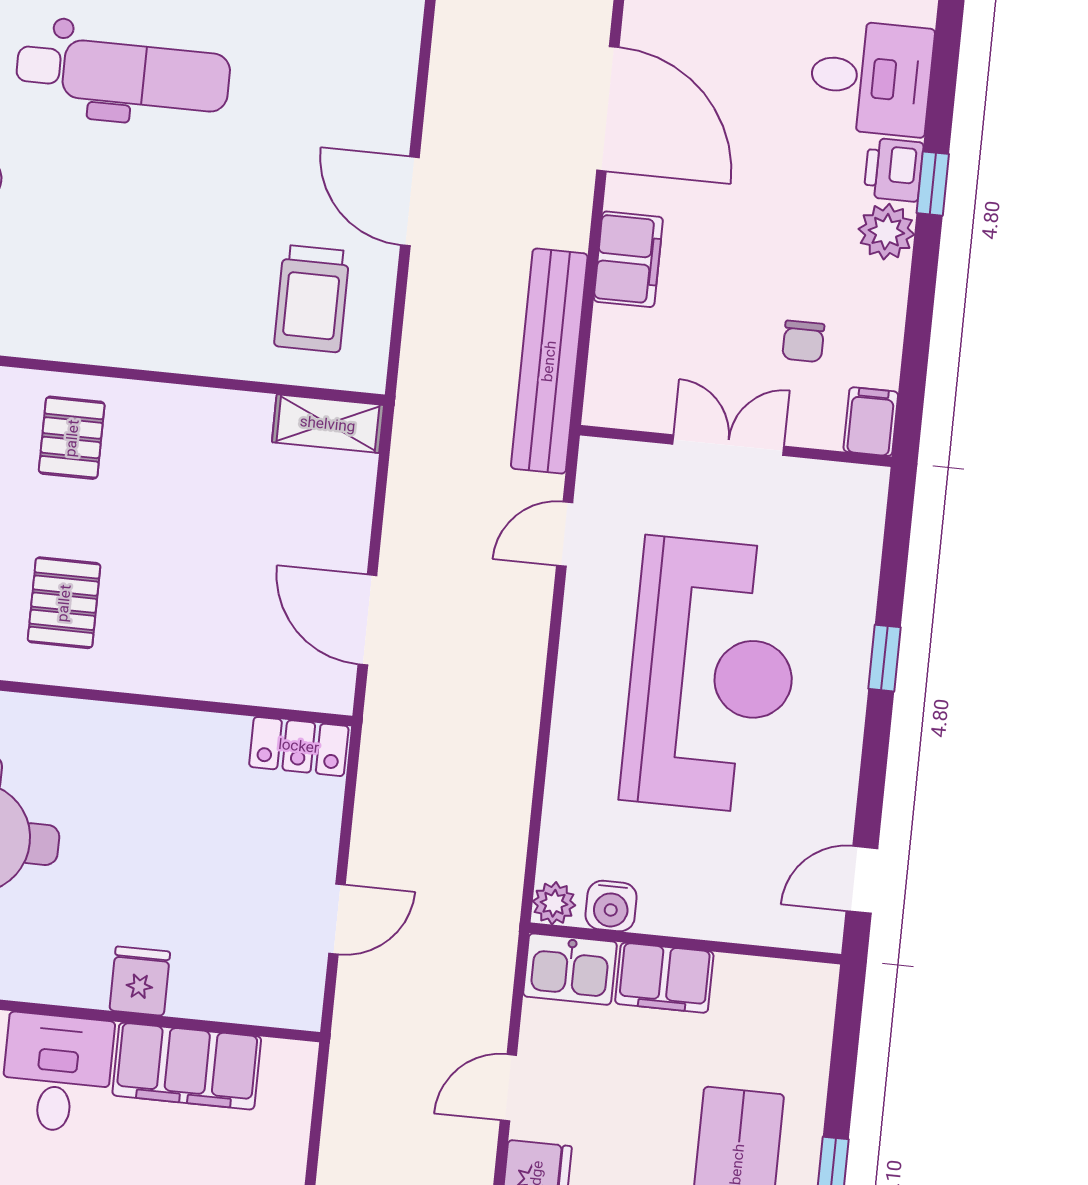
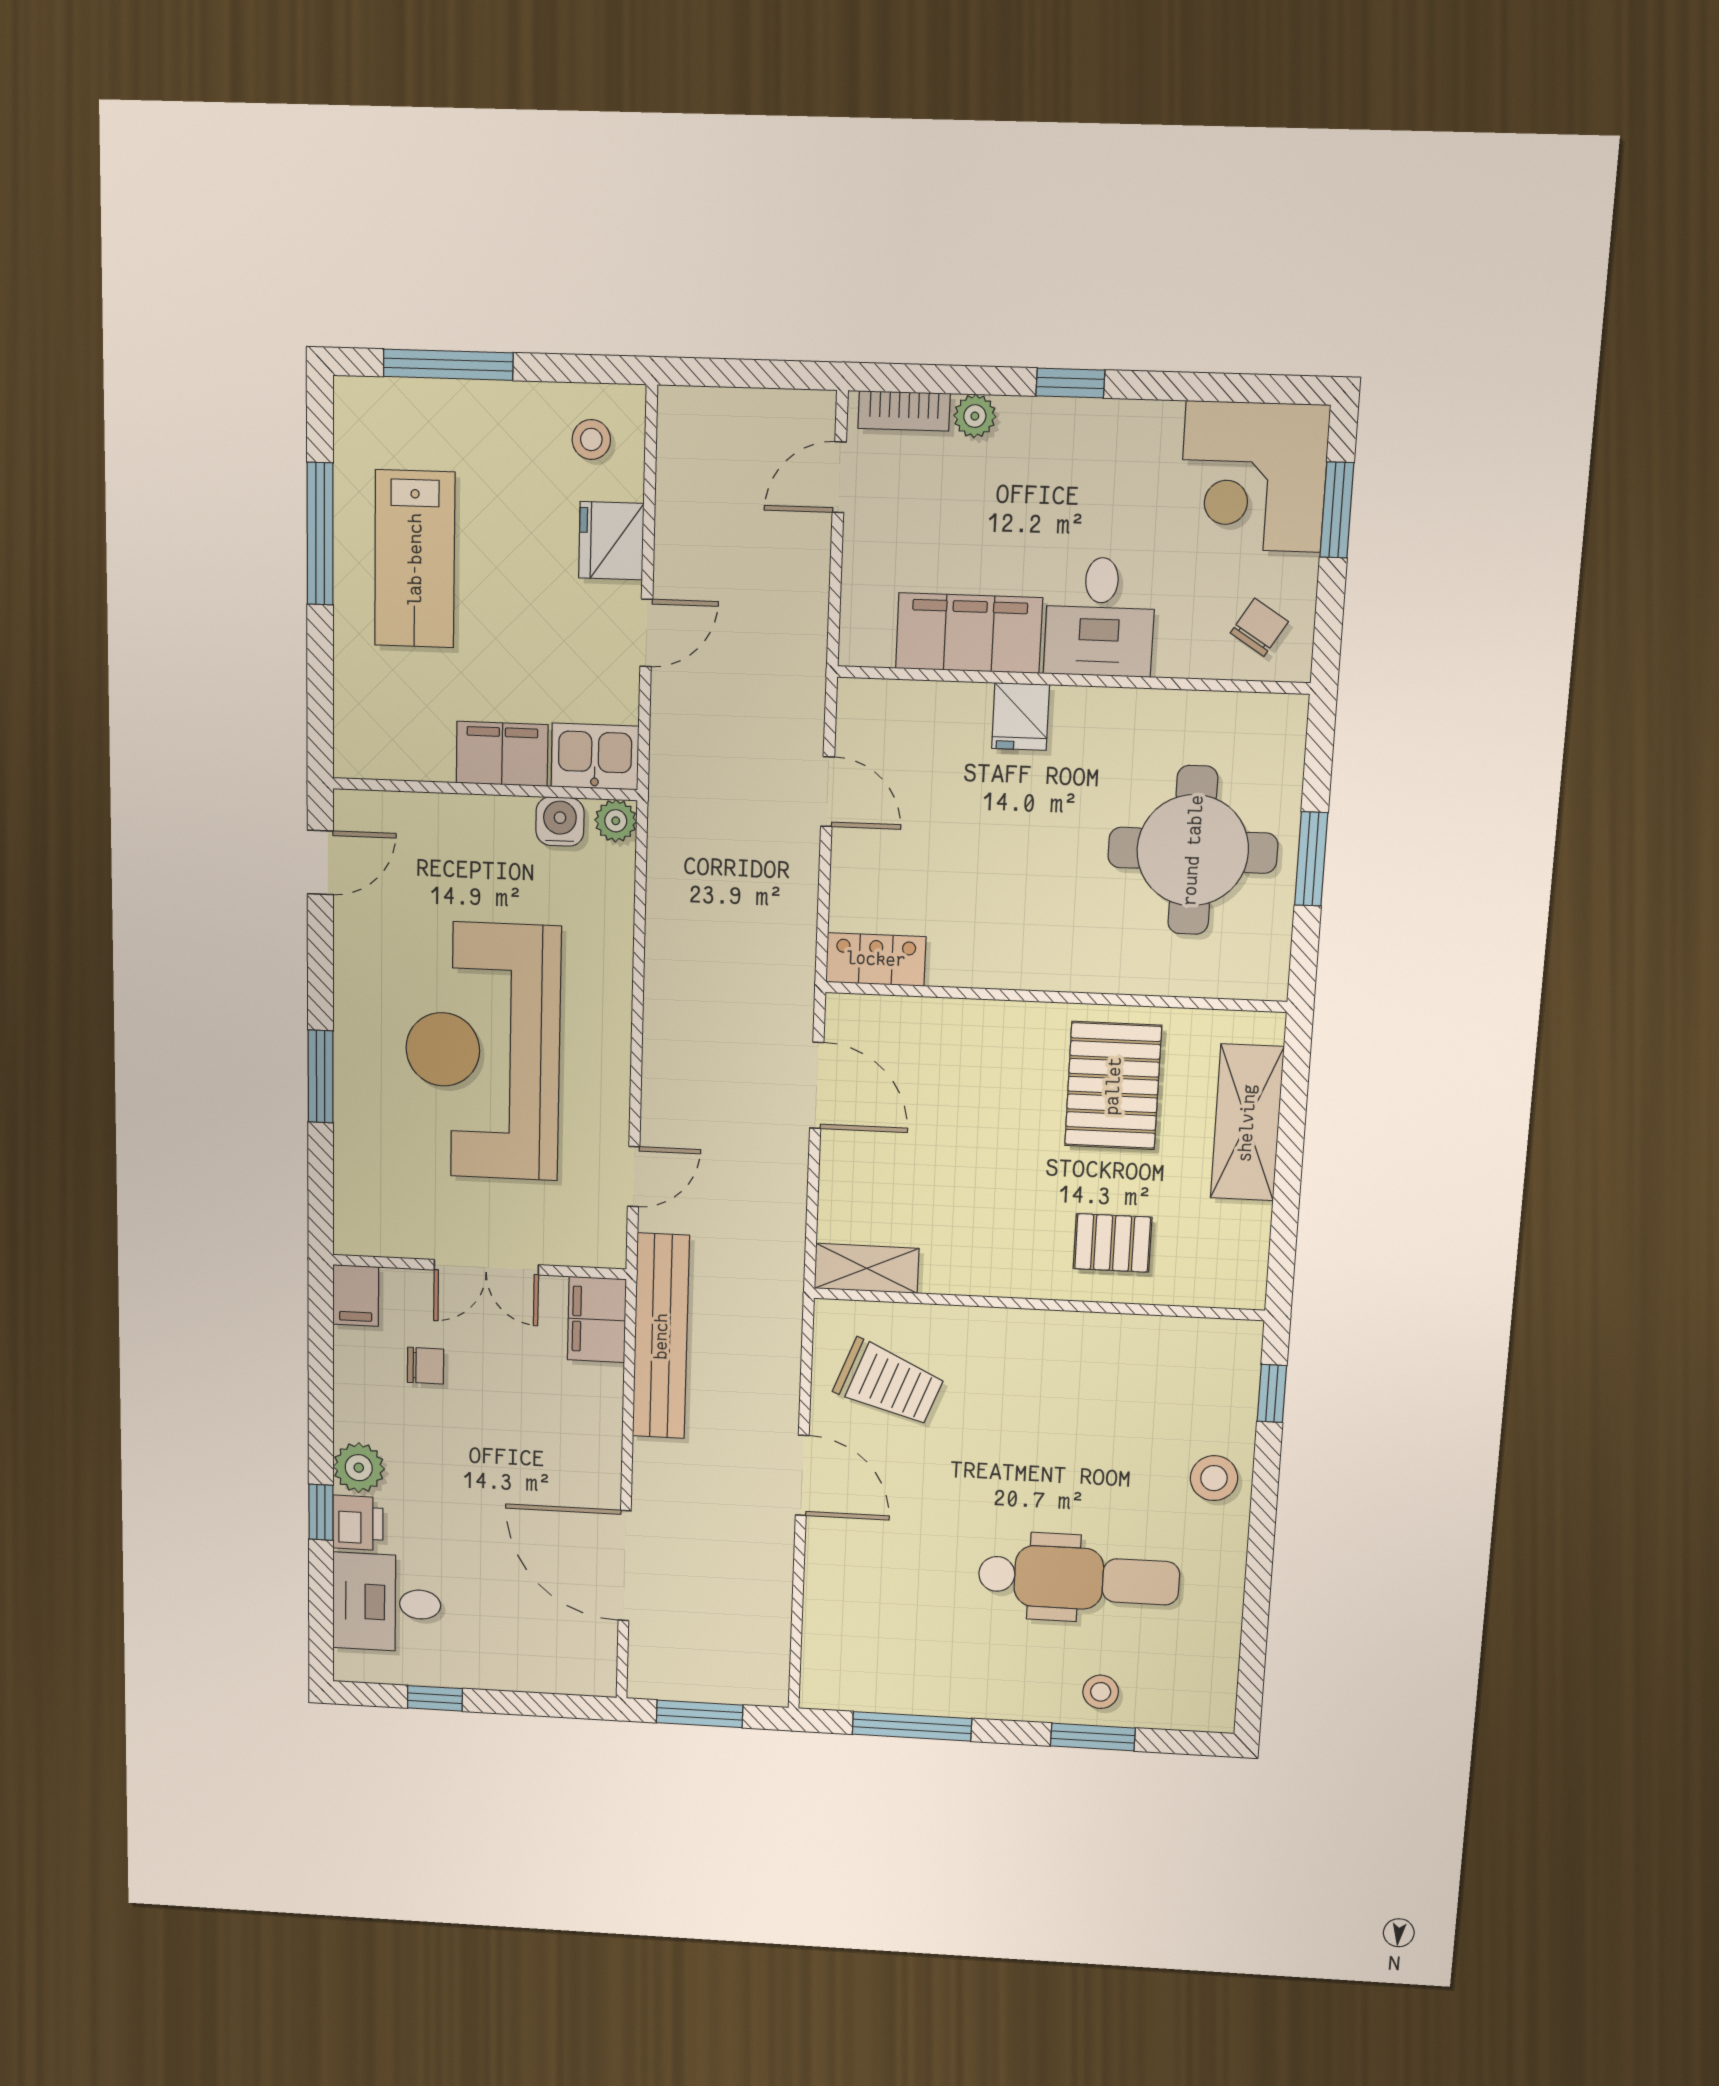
dental chair: (123, 74) -> (1079, 1578), turned 180
filing cabinet: (628, 259) -> (597, 1320), moved
trolley: (312, 299) -> (889, 1383), turned 111
chair: (803, 341) -> (425, 1366), turned 90
pallet: (72, 438) -> (1113, 1243), turned 90
pallet: (64, 603) -> (1113, 1086), width x1.50, depth x1.42
window: (884, 658) -> (321, 1076), width x1.50
door: (337, 919) -> (828, 792), swing flipped

